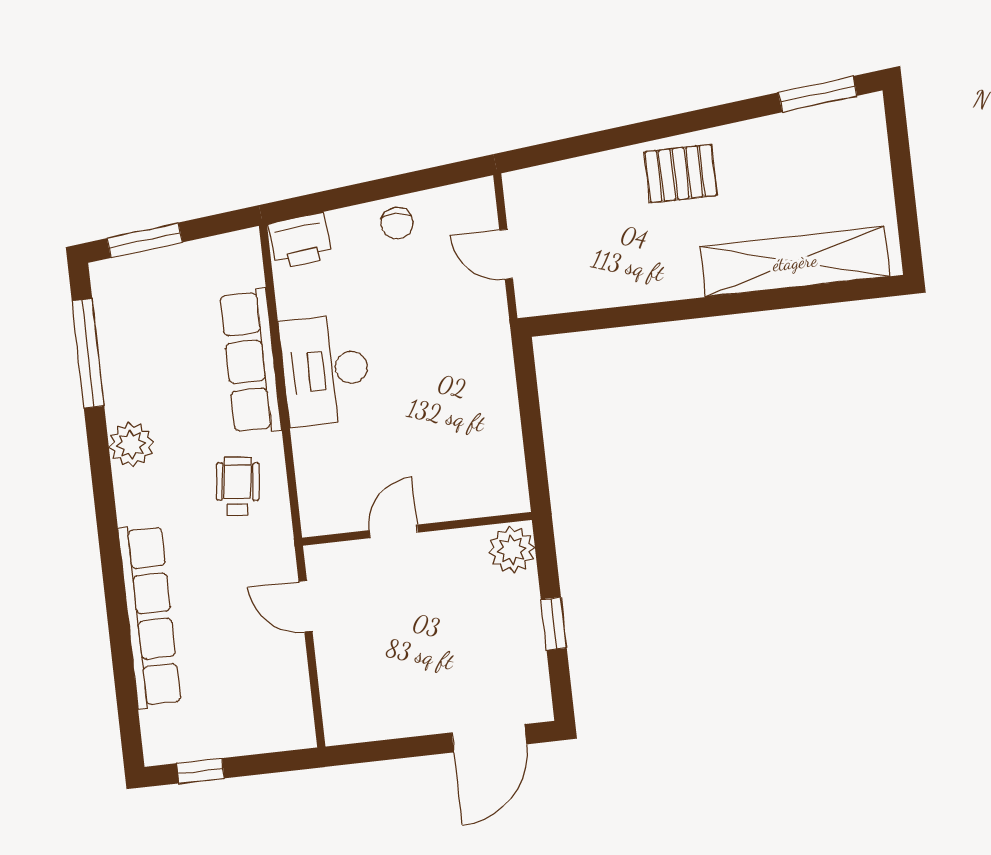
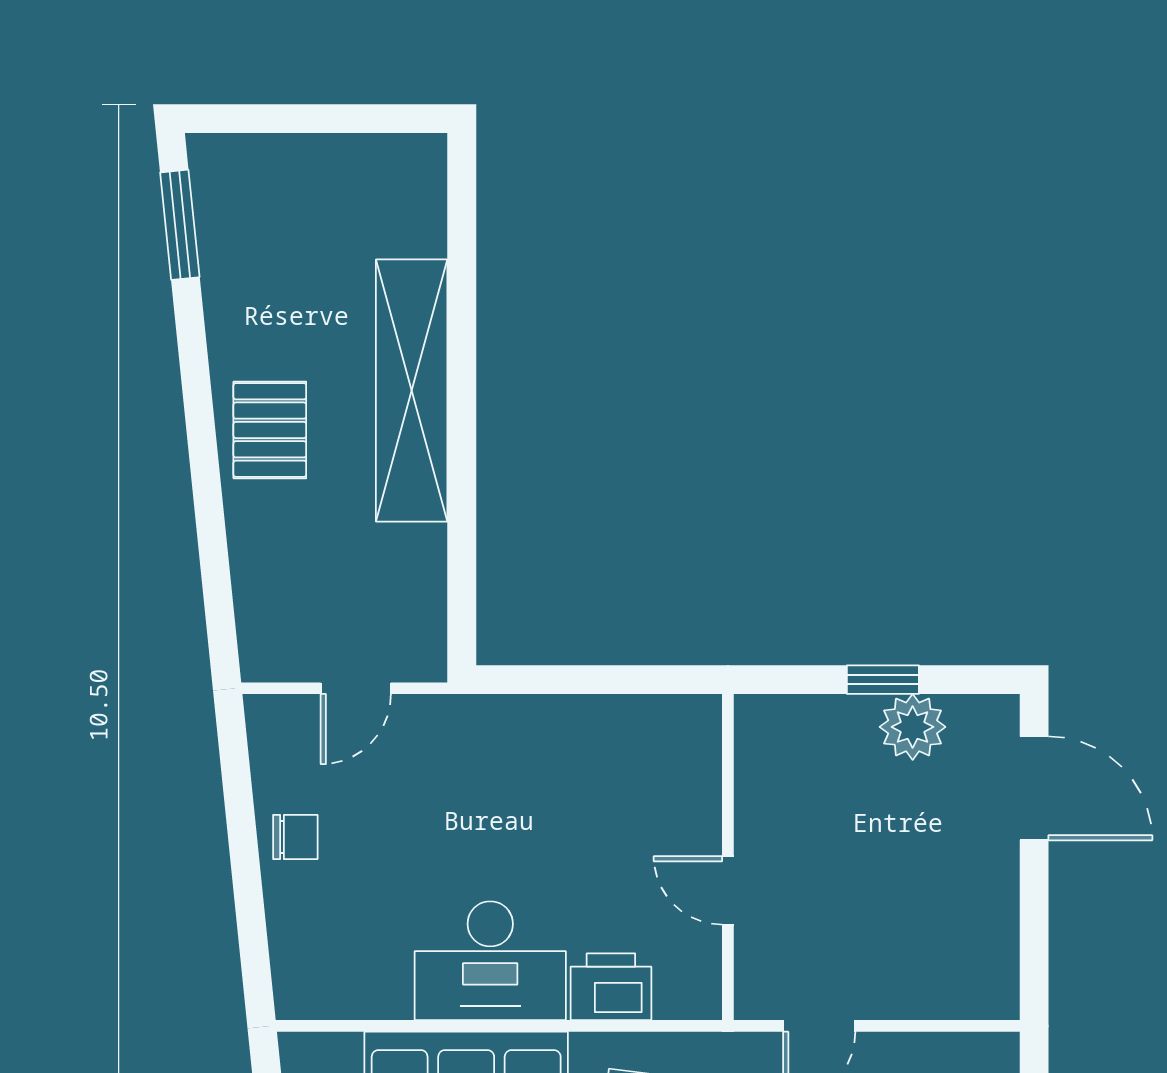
printer: (300, 241) -> (611, 987), moved, turned -84
shelving: (795, 262) -> (412, 391), moved
plant: (512, 550) -> (913, 727), moved

